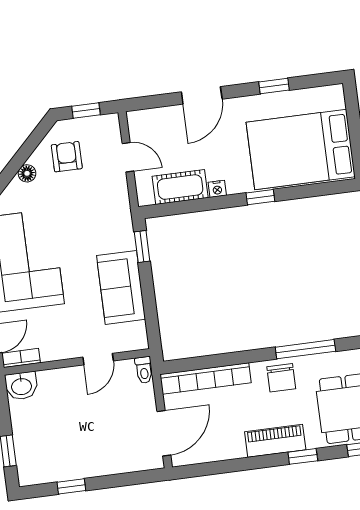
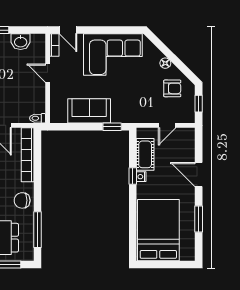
window: (274, 86) -> (199, 219), width x1.50
window: (260, 197) -> (133, 176), moved
window: (305, 349) -> (37, 230), moved
door: (98, 359) -> (48, 73), moved
washbasin: (21, 386) -> (21, 42), moved, turned -90

